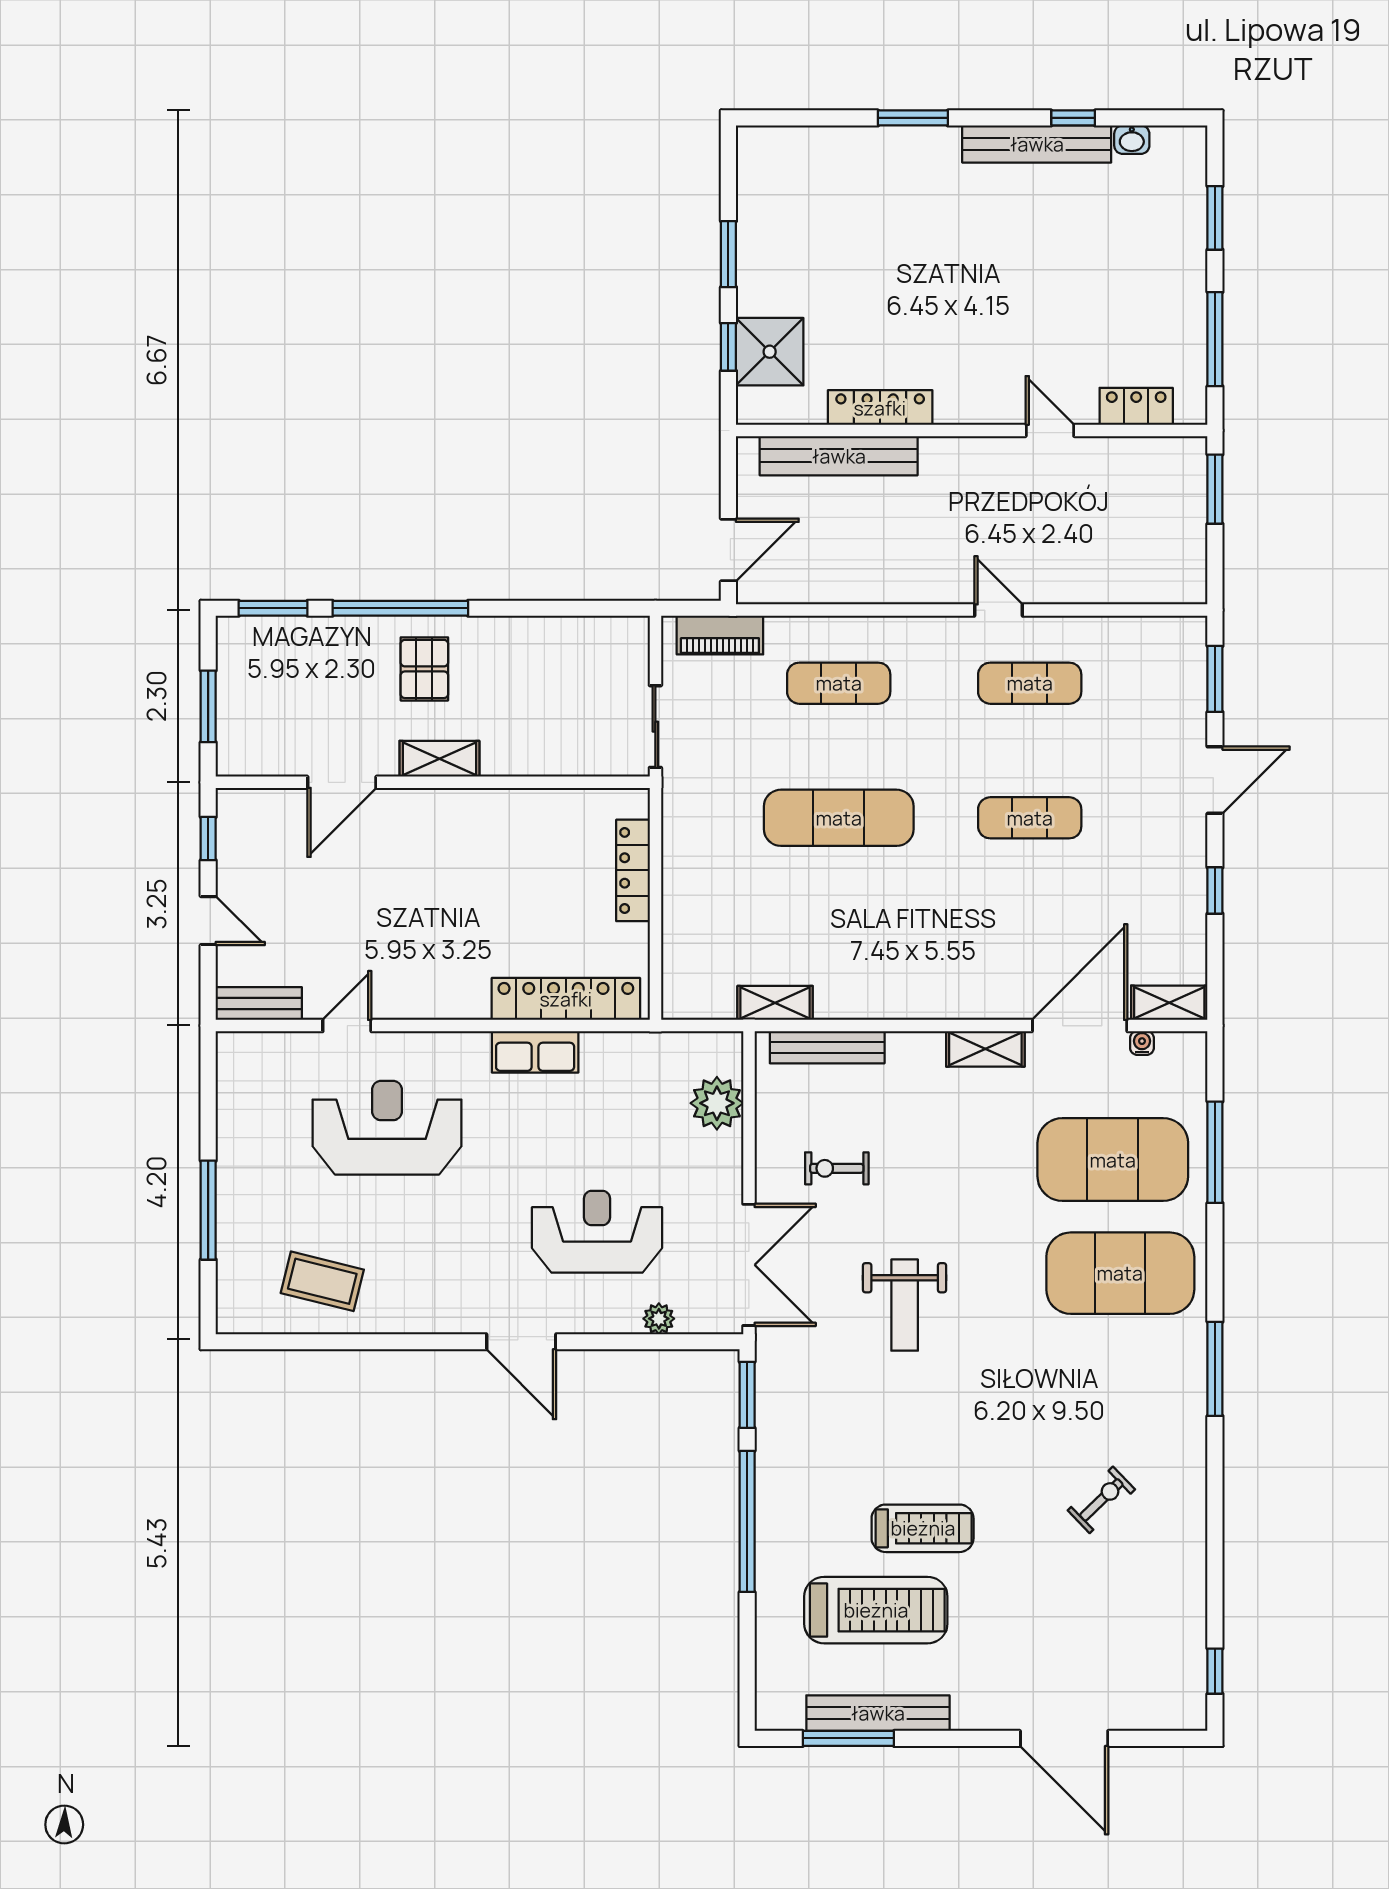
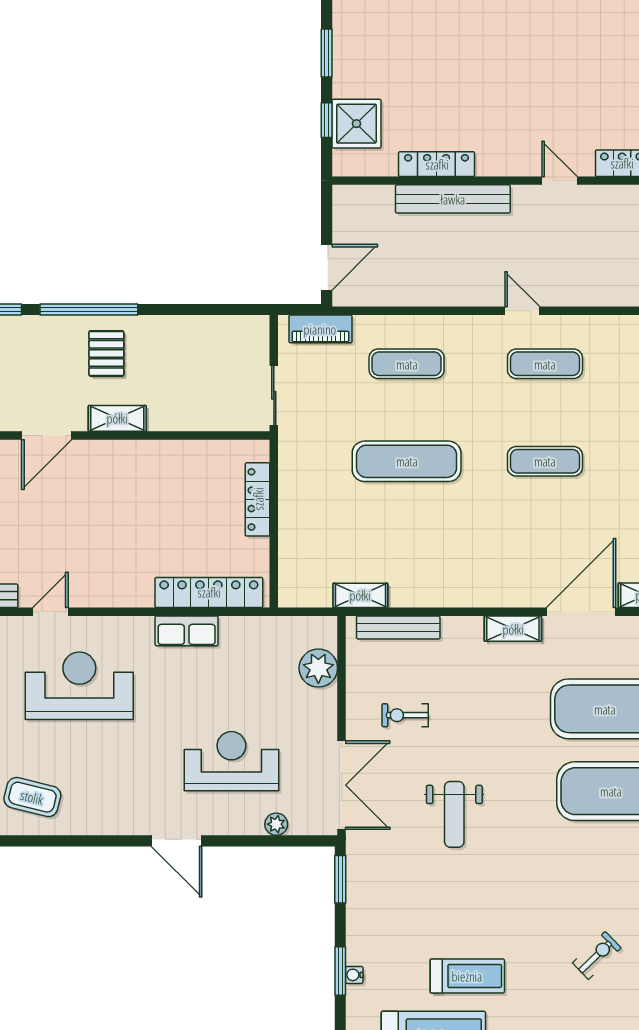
bench: (839, 456) -> (453, 199), moved
water cooler: (1142, 1043) -> (354, 975), moved, turned -90
window: (747, 1521) -> (340, 971), width x0.47

